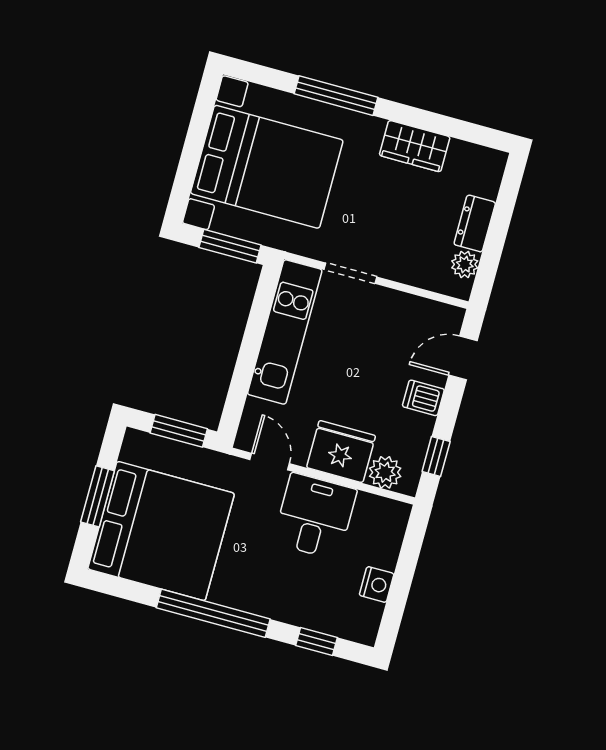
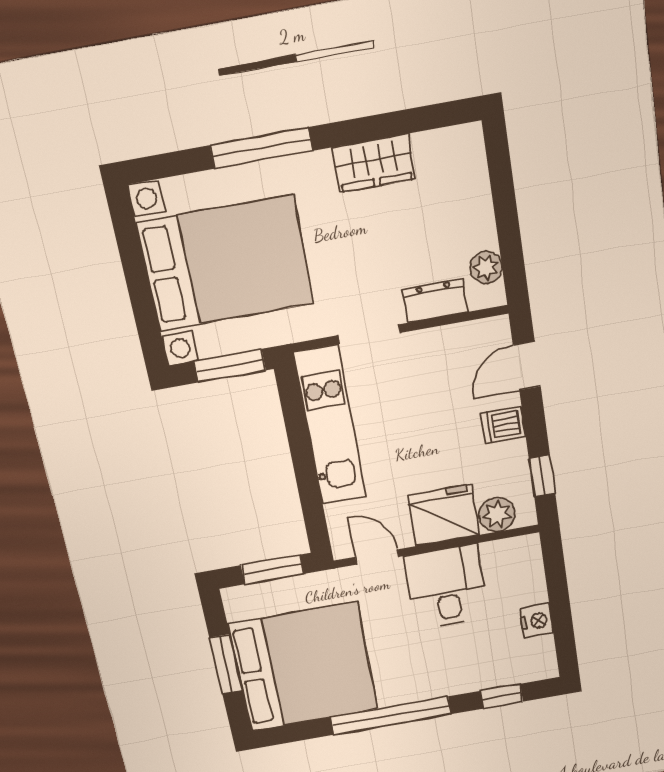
dresser: (475, 223) -> (435, 300), moved, turned 90

